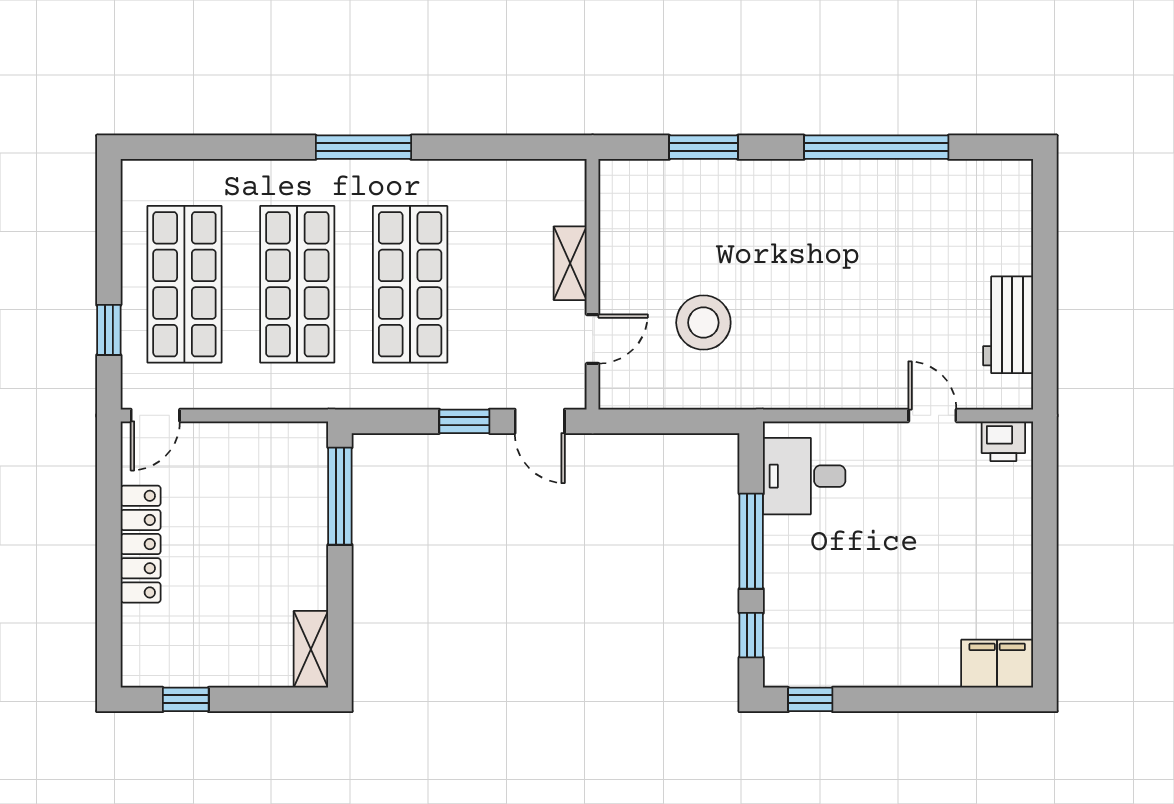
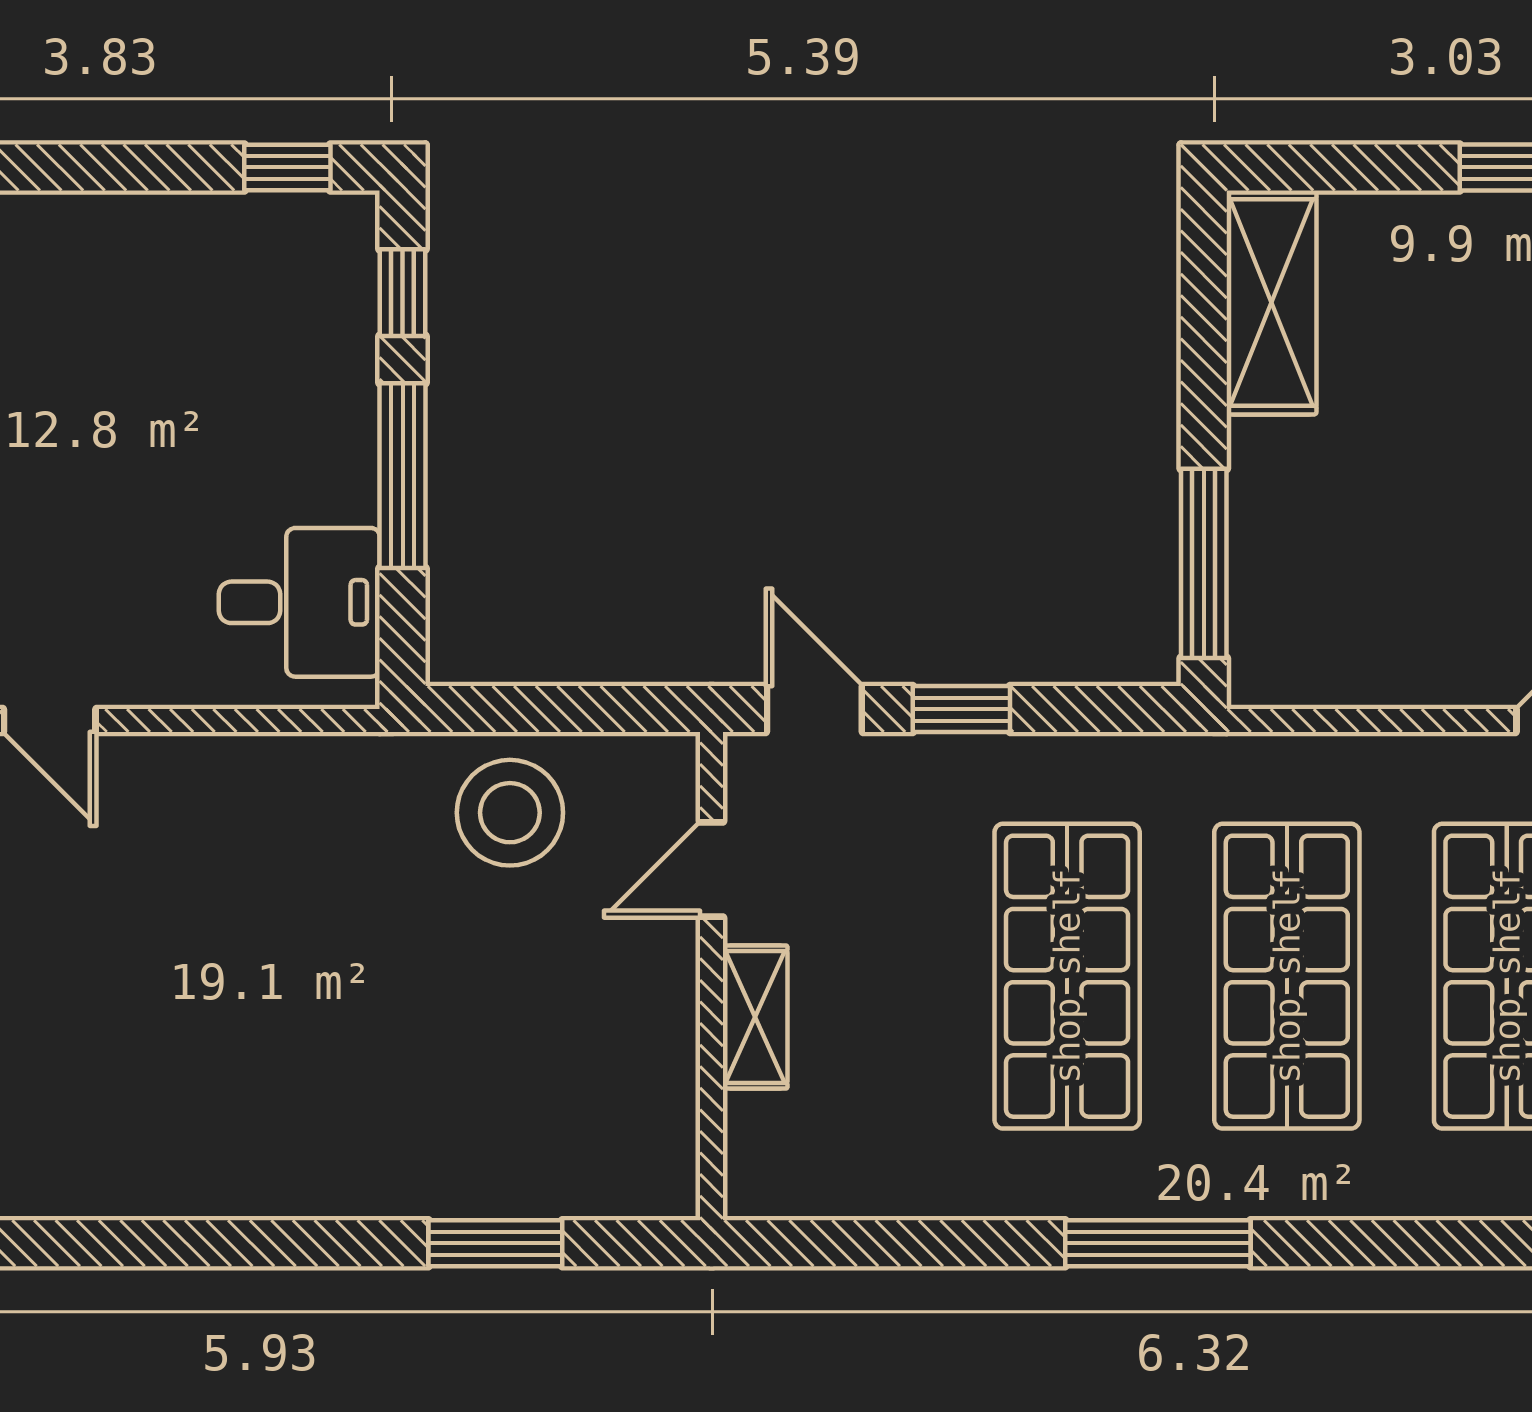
window: (876, 147) -> (159, 1243), removed
stool: (703, 323) -> (510, 813), moved
shelving: (311, 649) -> (1271, 303), width x1.50, depth x1.33

